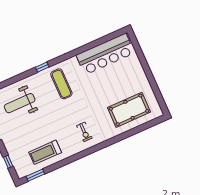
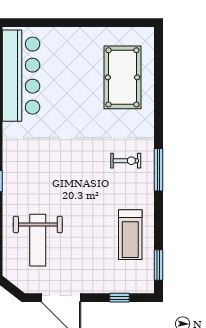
exercise mat: (61, 84) -> (37, 163), removed
window: (87, 152) -> (159, 170), added

